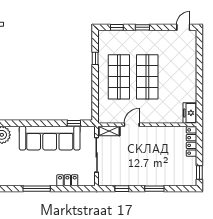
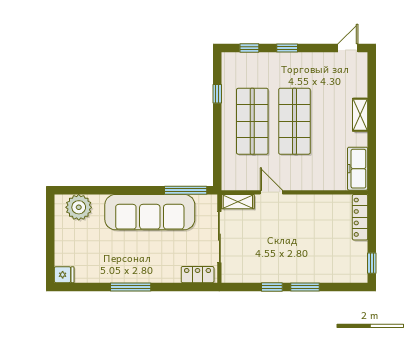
shelving: (192, 72) -> (360, 115), added
freezer: (190, 113) -> (358, 169), width x1.40
window: (74, 123) -> (186, 190), width x2.17
door: (132, 125) -> (271, 192), hinge flipped
locker: (67, 180) -> (198, 275), moved
window: (122, 189) -> (272, 287), moved

